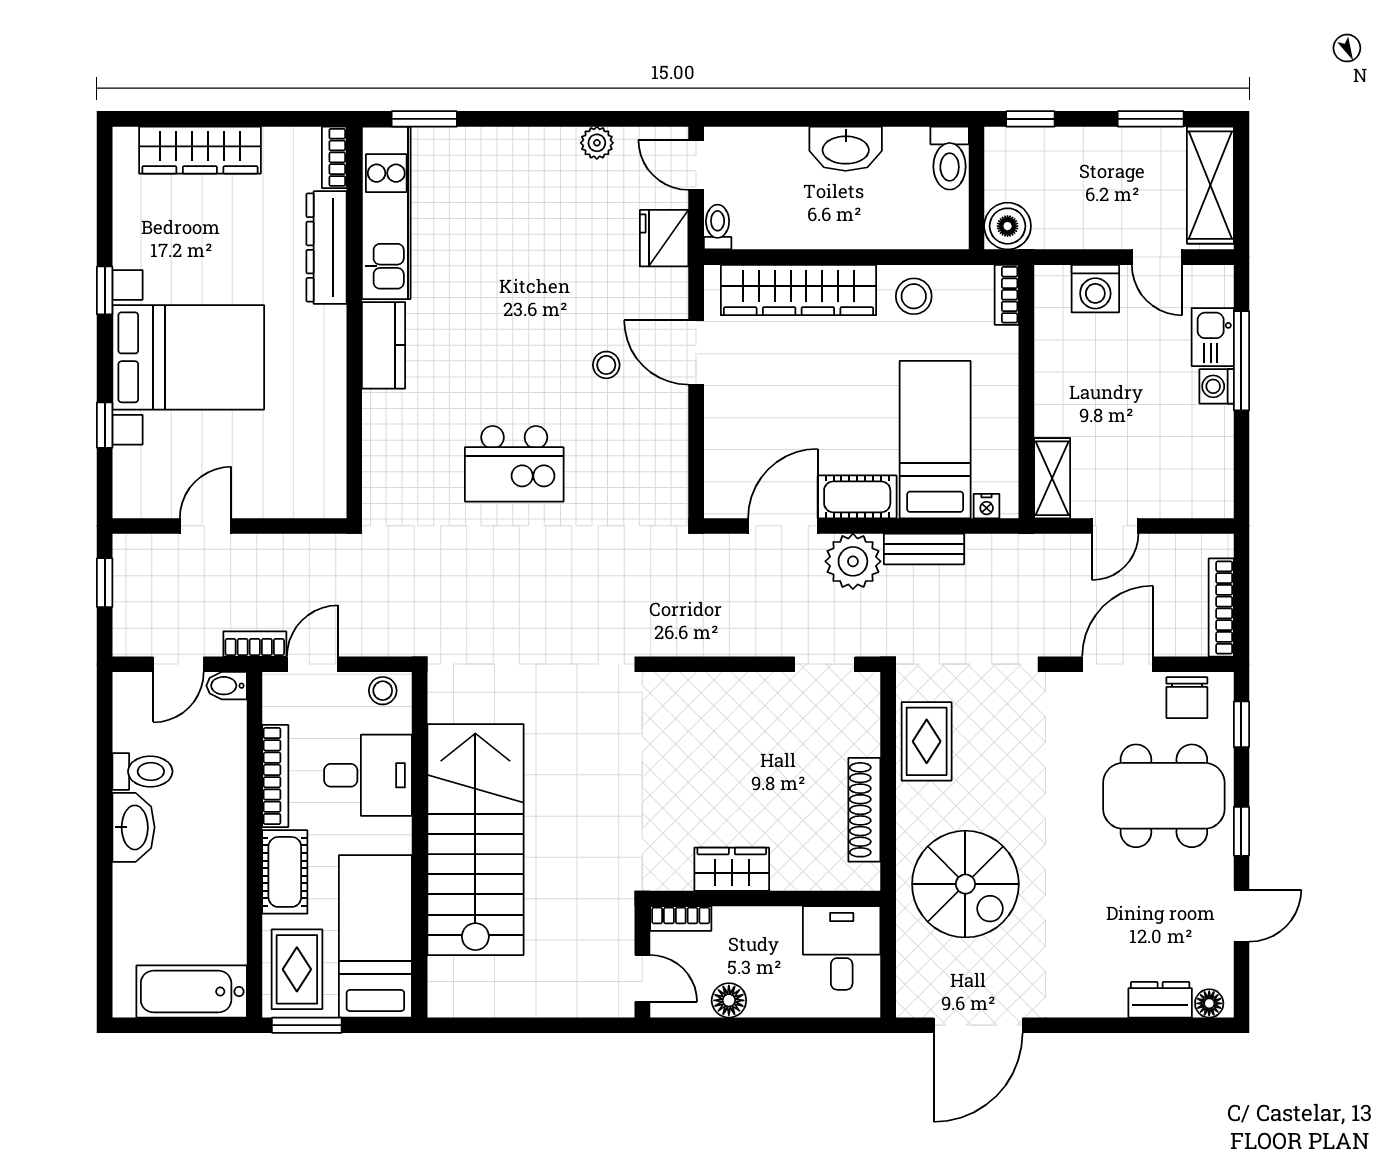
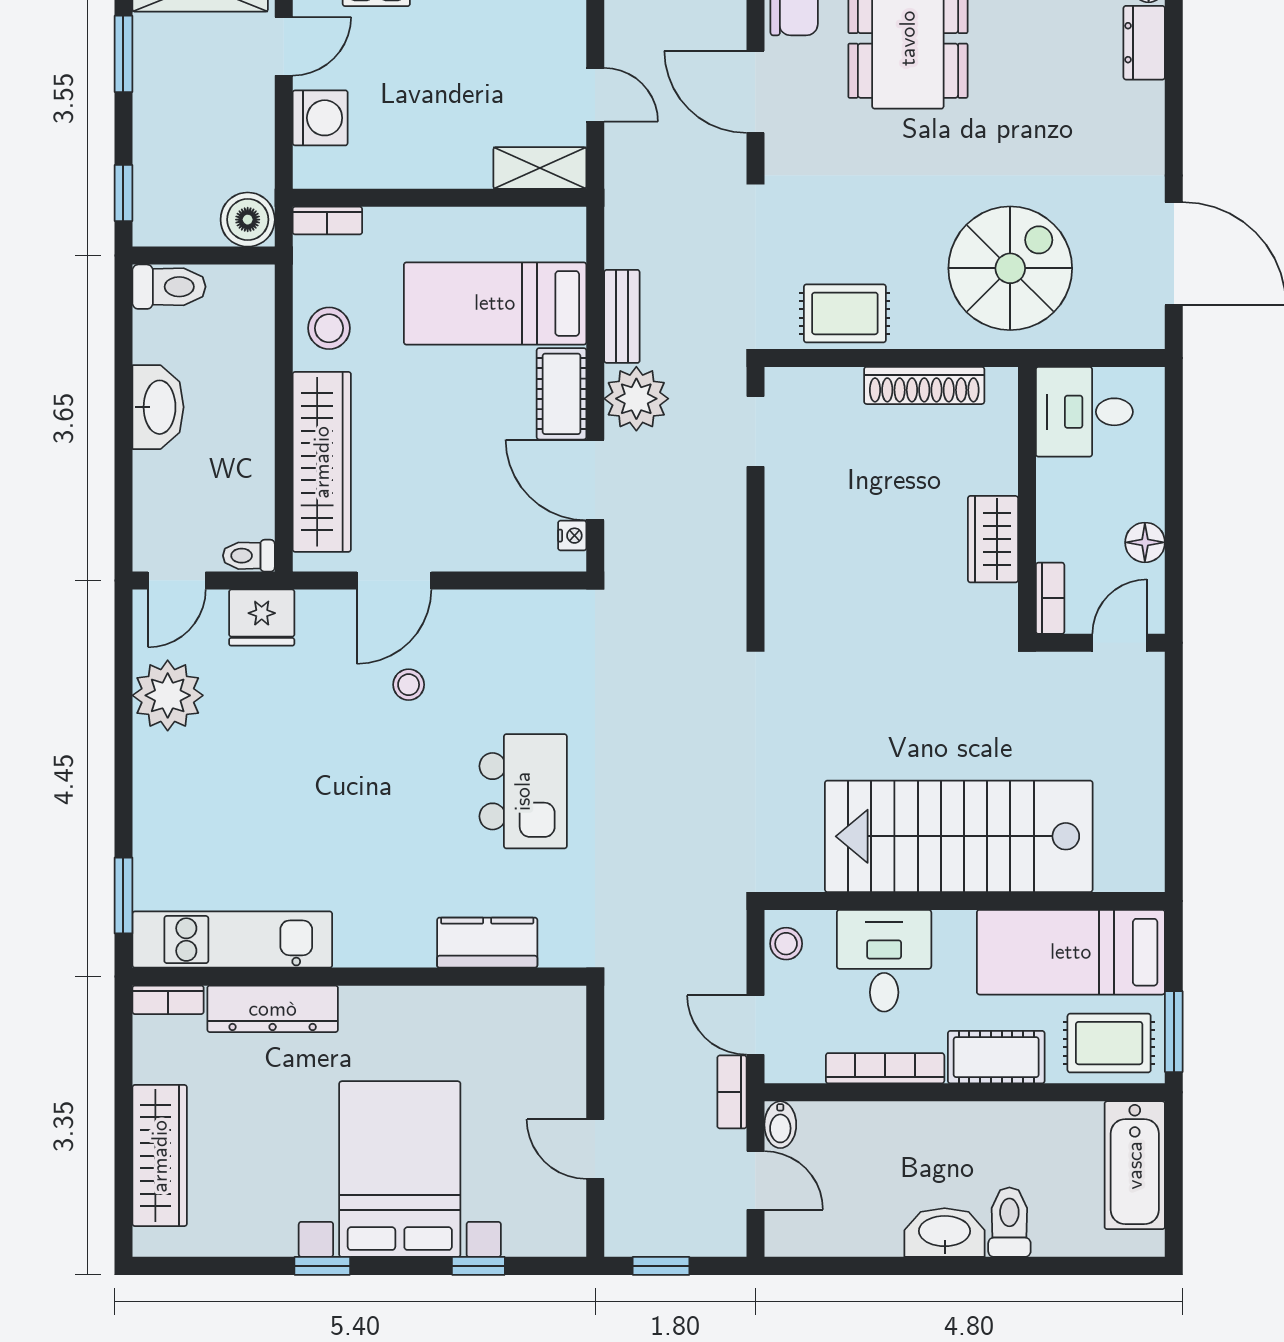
plant: (597, 143) -> (168, 695), width x1.87, depth x1.87
kitchen counter: (384, 345) -> (487, 943), moved
nightstand: (987, 506) -> (572, 536), moved
toilet: (142, 771) -> (1009, 1222), moved

